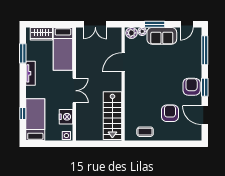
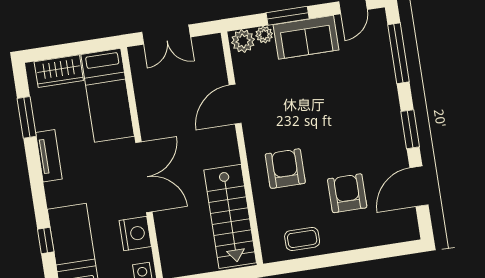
armchair: (192, 87) -> (285, 169), moved
double door: (74, 91) -> (144, 177), width x1.37
door: (205, 115) -> (419, 186), hinge flipped

